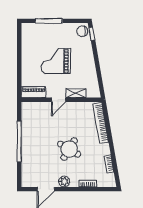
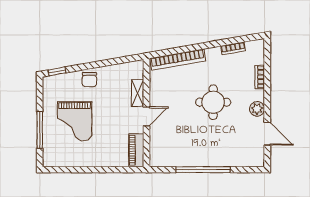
chair: (82, 31) -> (89, 80), moved
grand piano: (56, 61) -> (75, 121), moved
door: (59, 100) -> (146, 116), hinge flipped
round table: (69, 149) -> (213, 102), turned -31

